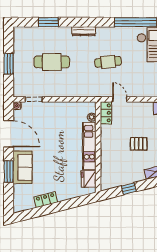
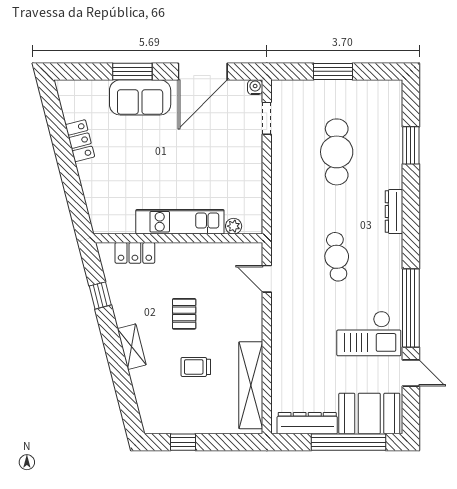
door: (120, 99) -> (267, 279), swing flipped
locker: (106, 113) -> (135, 253), moved
fridge: (89, 179) -> (119, 221), removed

